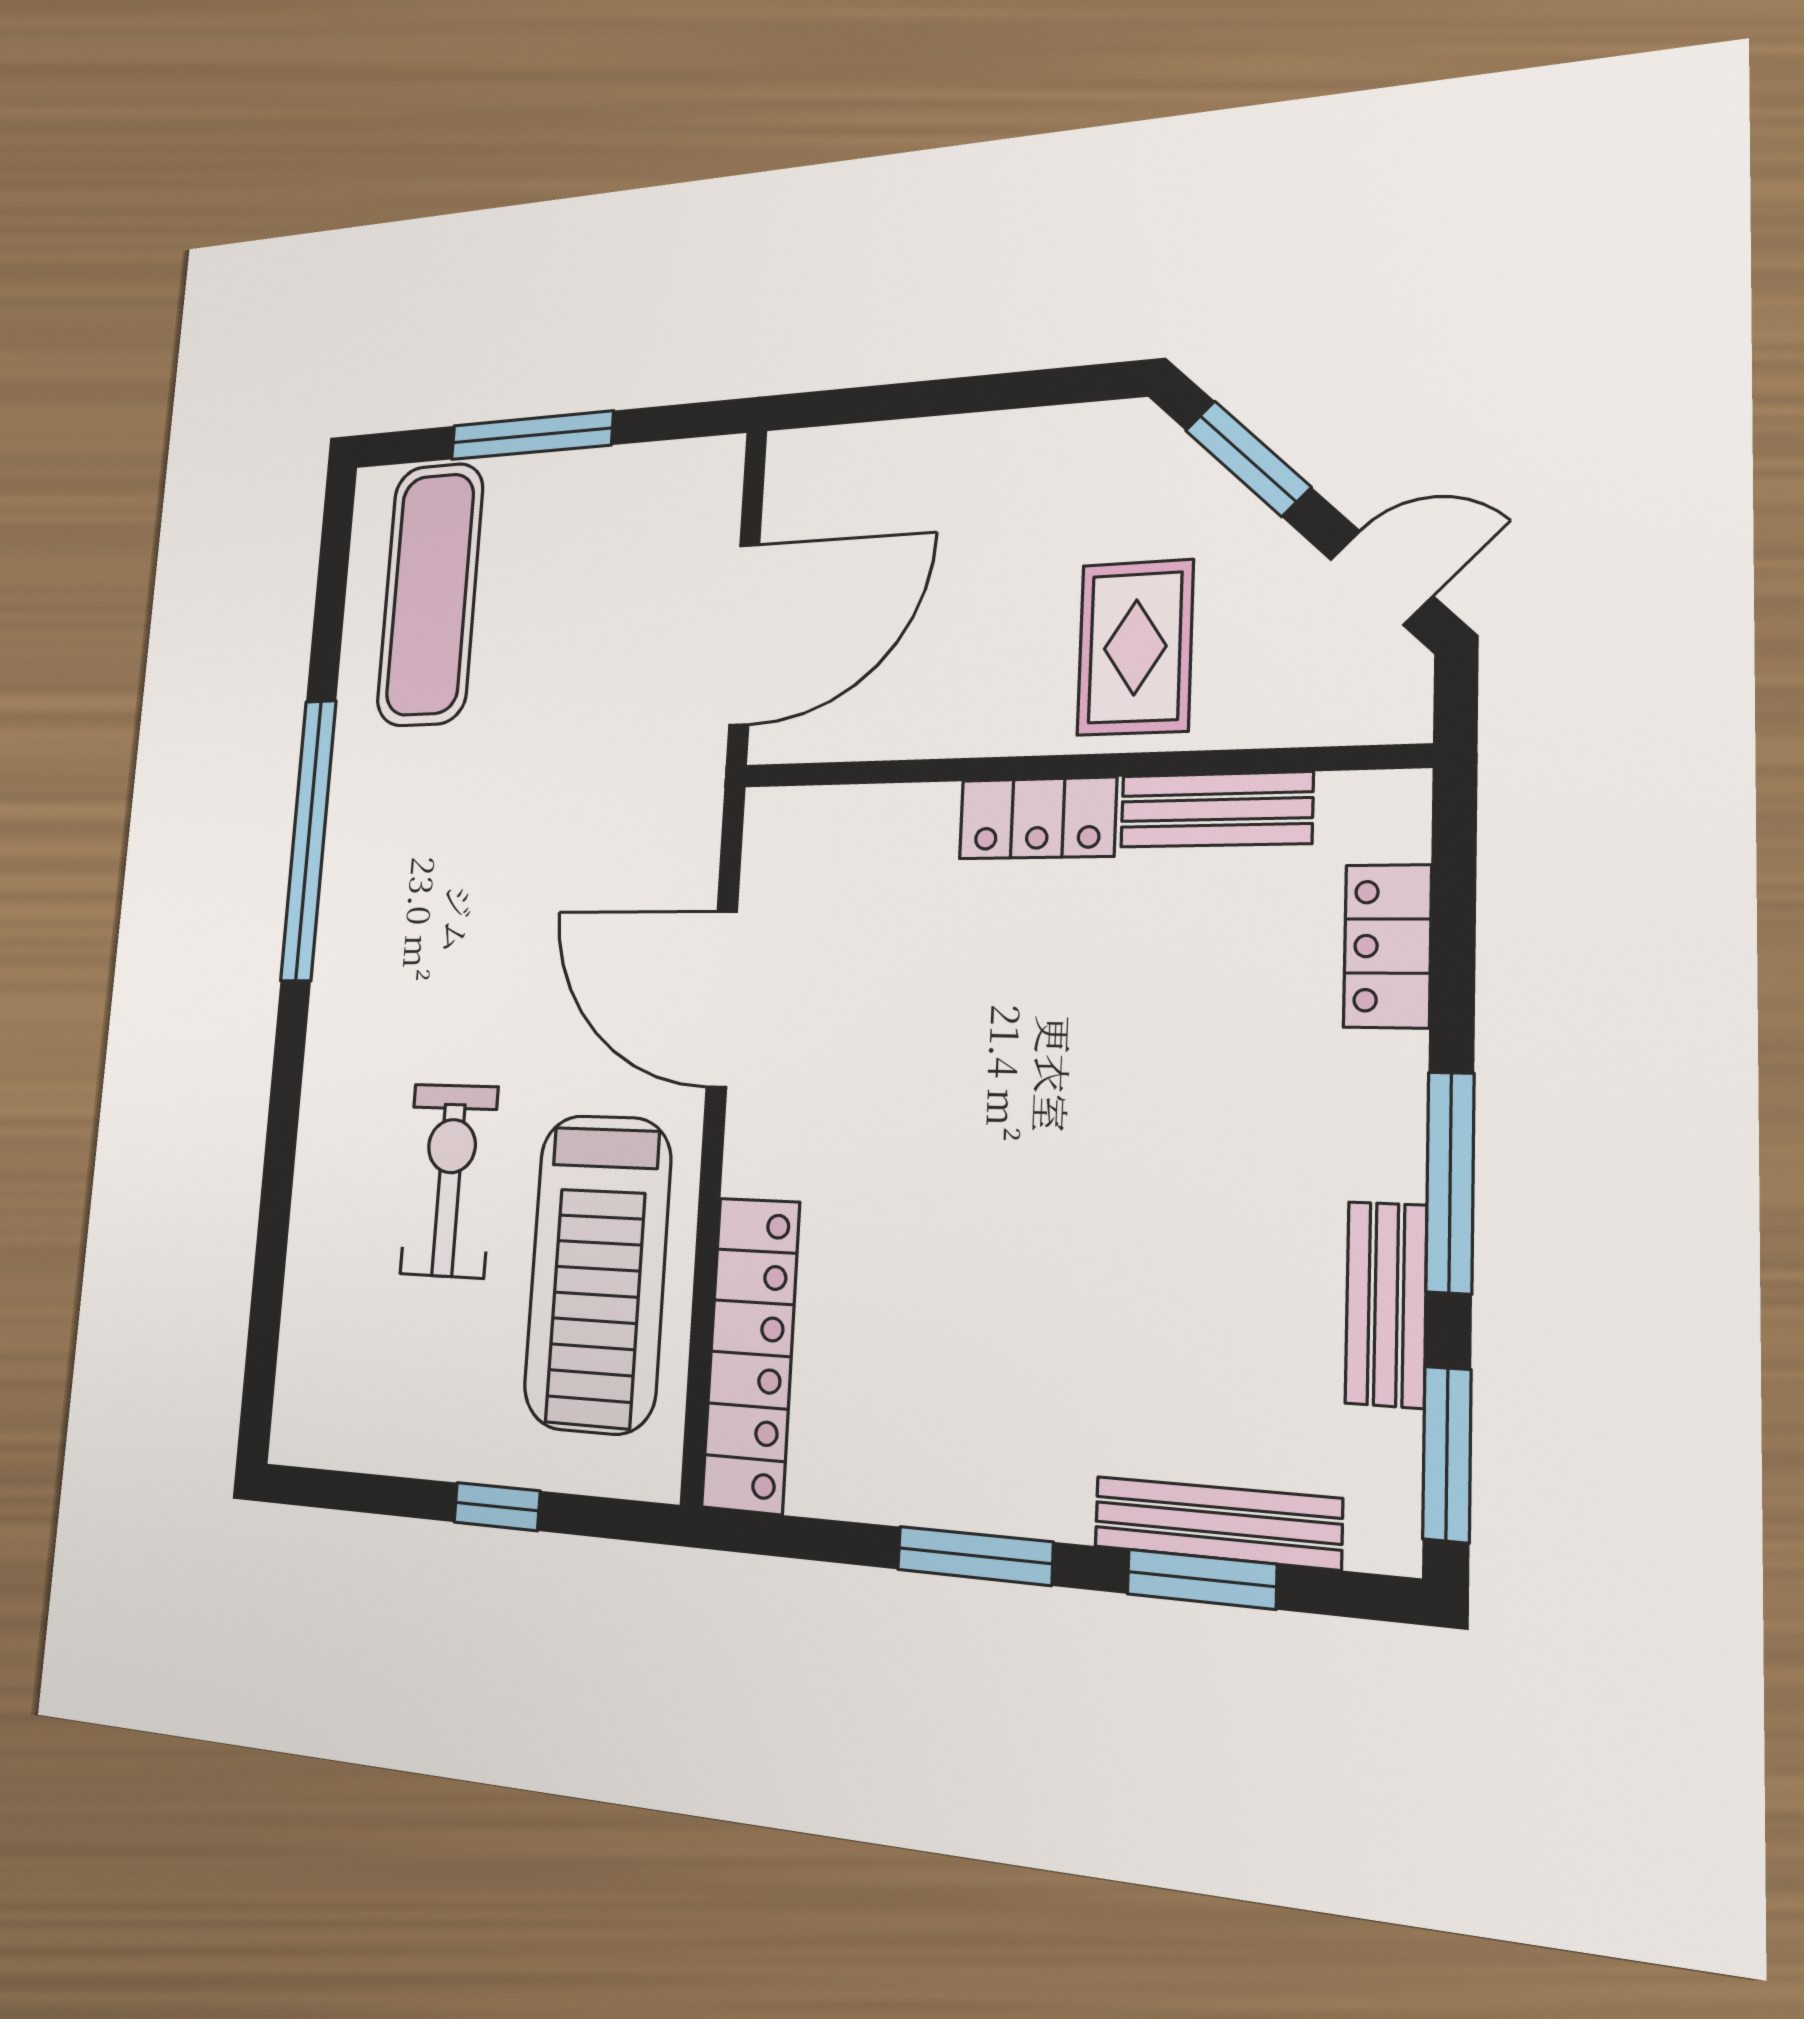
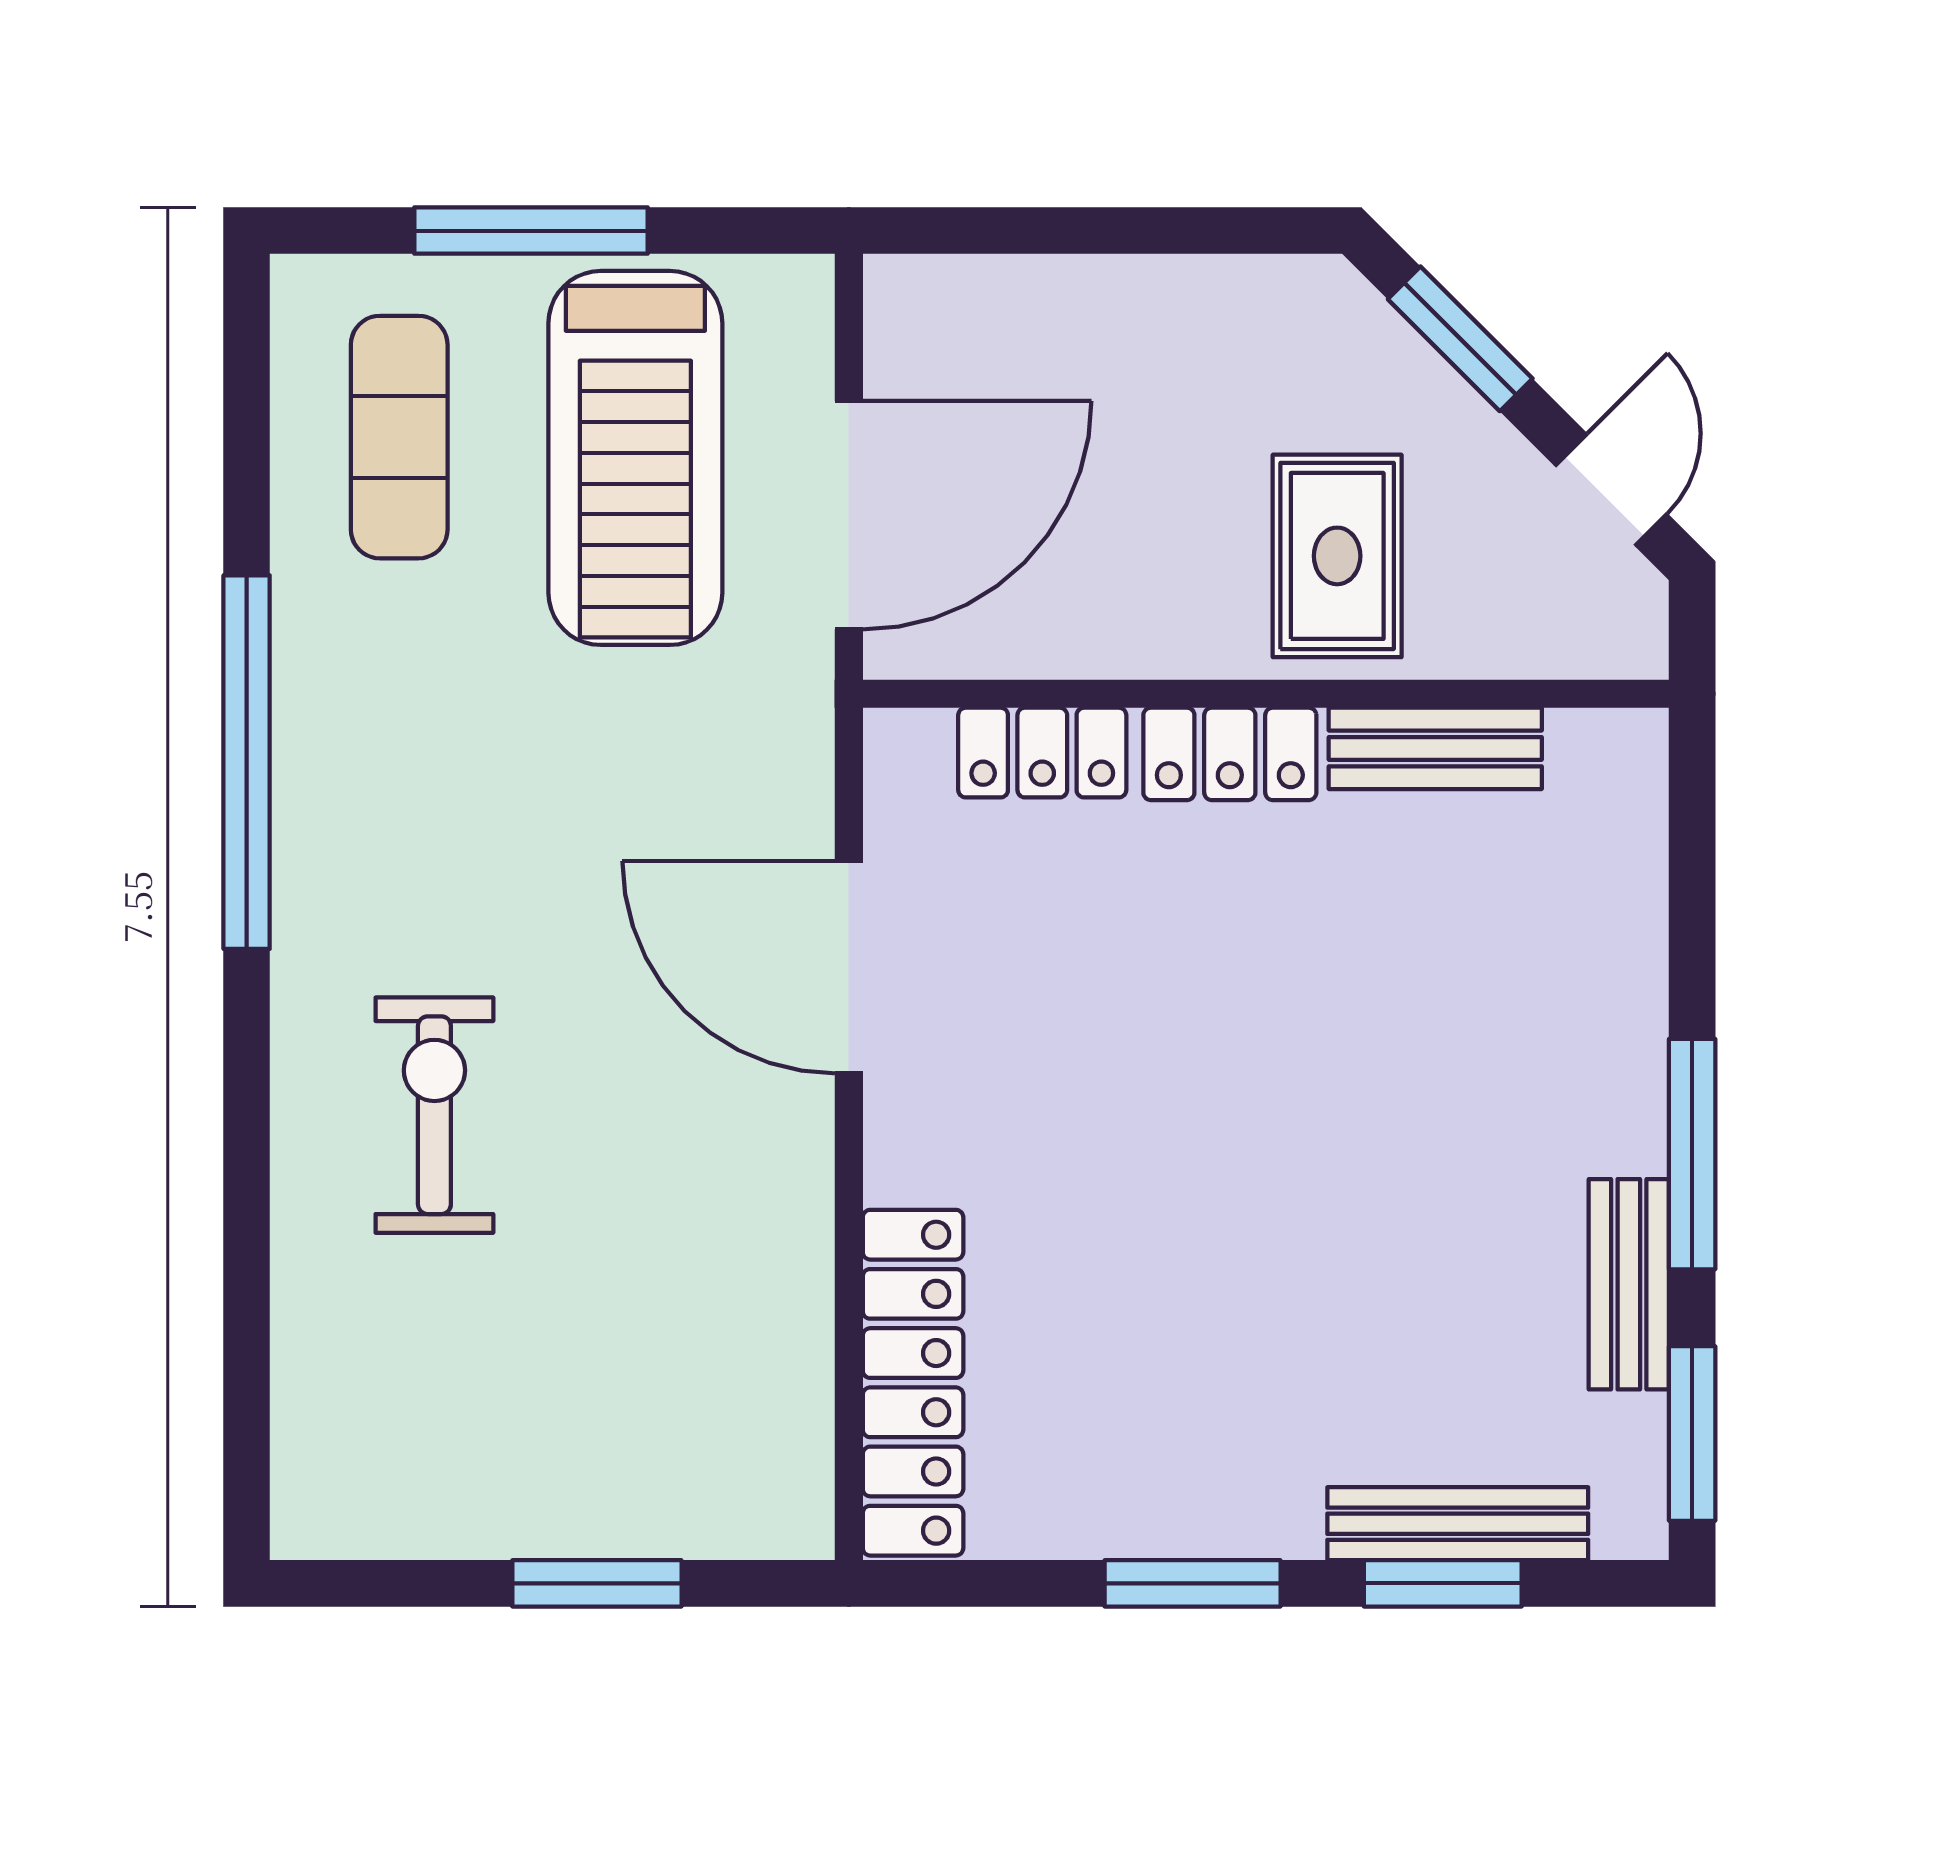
door: (1381, 578) -> (1611, 490), hinge flipped
exercise mat: (430, 594) -> (399, 437), width x0.73, depth x0.69
locker: (1387, 946) -> (1042, 753), moved, turned -90
exercise bike: (449, 1180) -> (434, 1115), moved
treadmill: (598, 1273) -> (635, 458), moved
window: (497, 1507) -> (597, 1583), width x1.50

